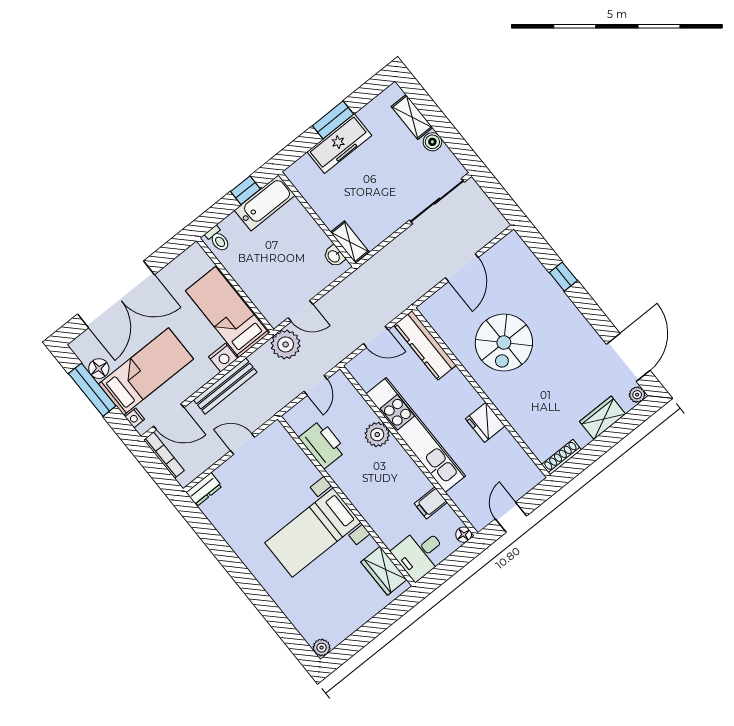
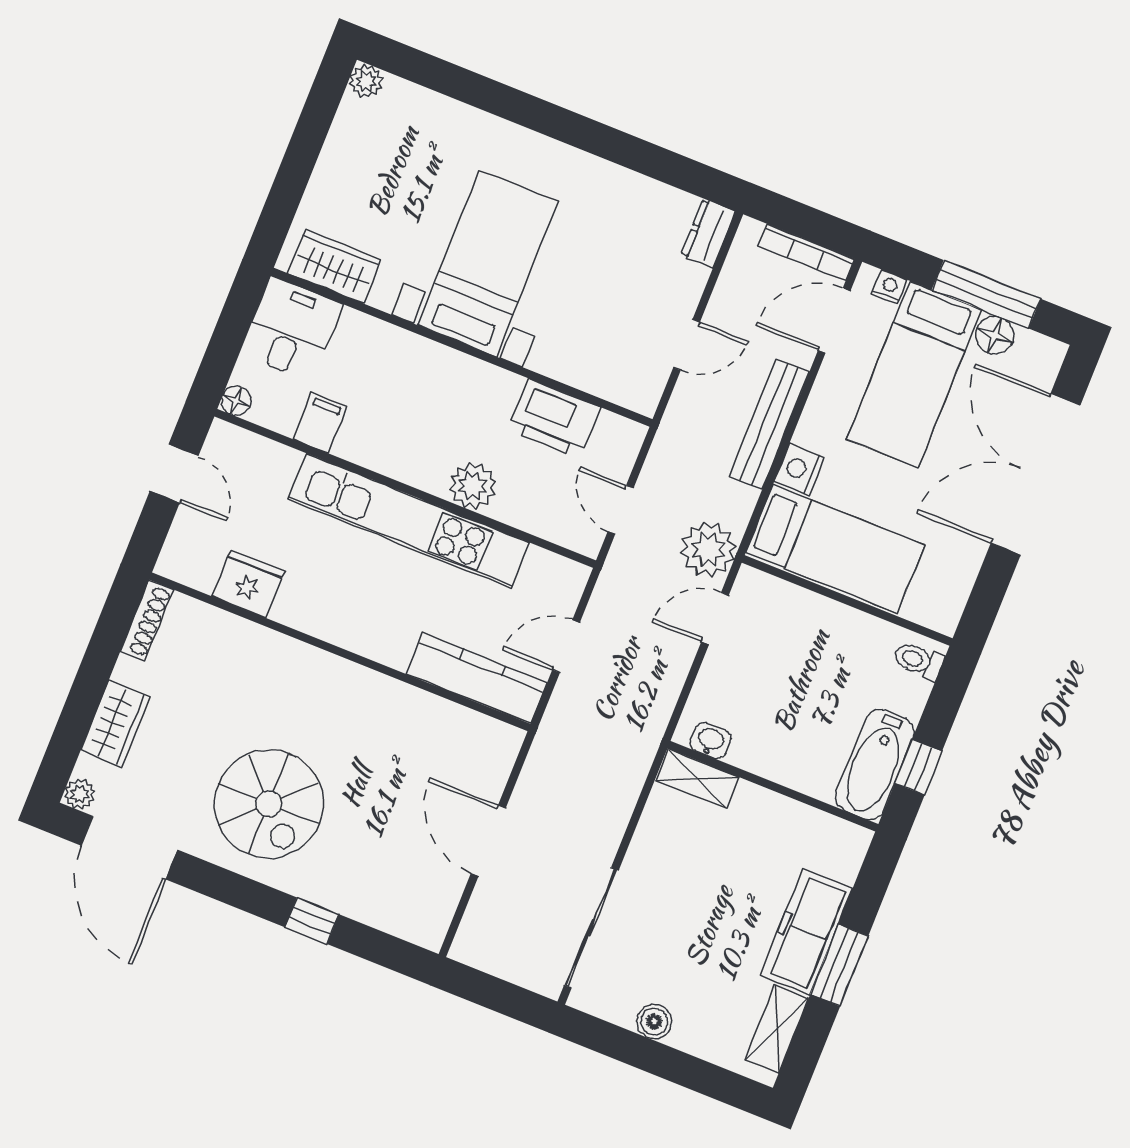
shelving: (412, 117) -> (777, 1029), moved, turned 90
spiral stairs: (504, 342) -> (269, 804), moved, turned 180
fridge: (485, 422) -> (249, 584), moved

